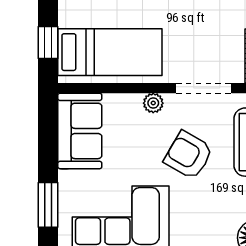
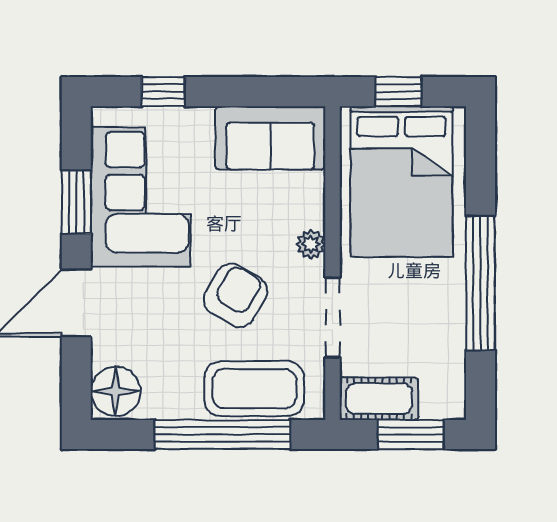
bed: (110, 52) -> (402, 181), width x1.50
window: (48, 205) -> (163, 92), width x0.67

